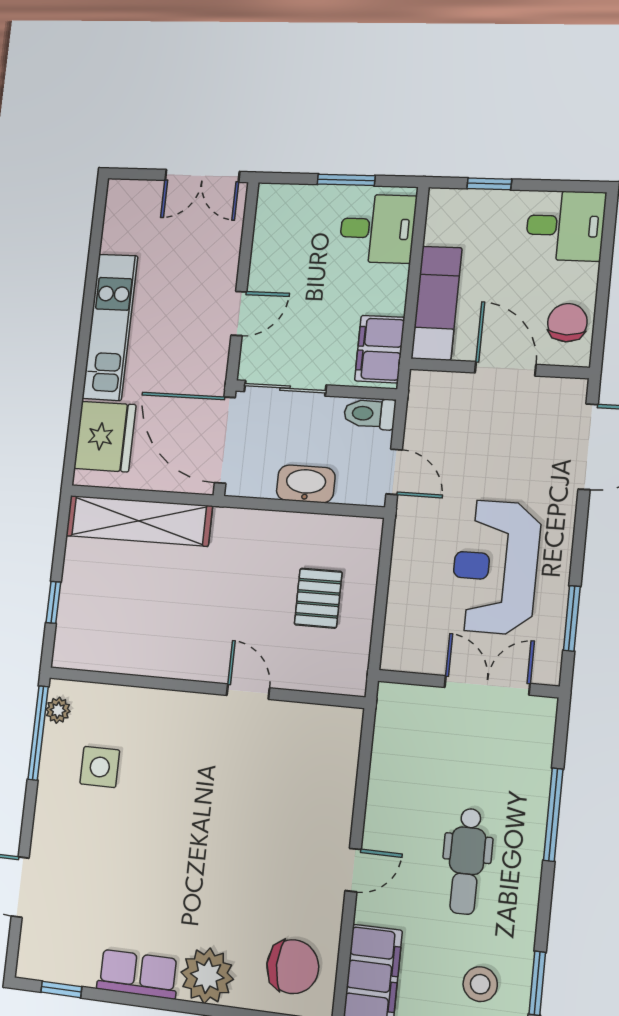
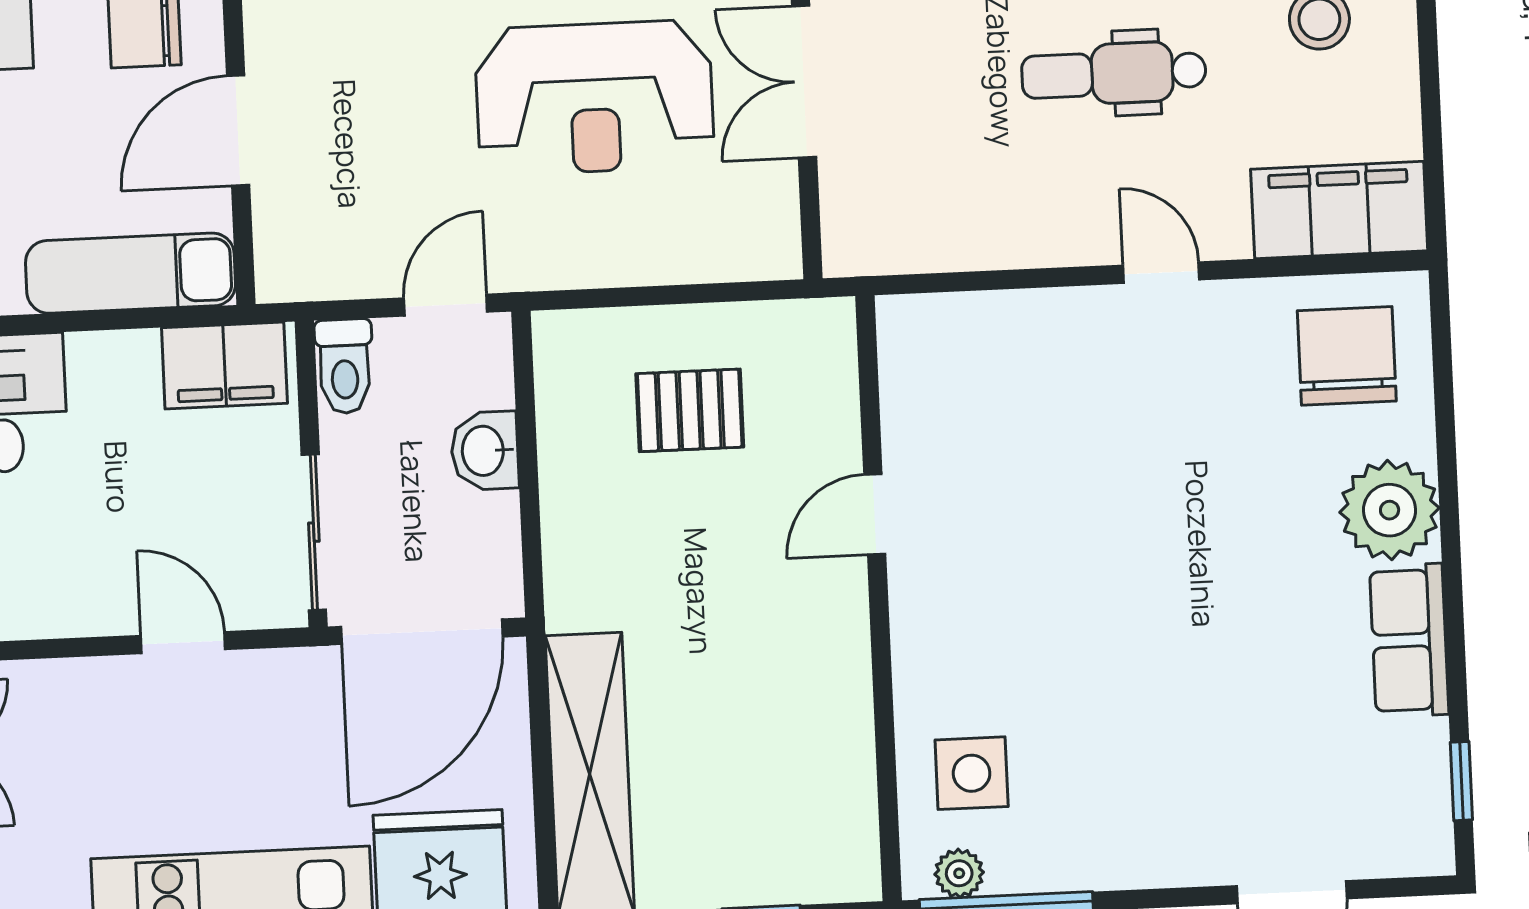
washbasin: (306, 484) -> (485, 451), width x0.72
side table: (100, 767) -> (972, 773), moved
dental chair: (467, 861) -> (1114, 73), turned 180

